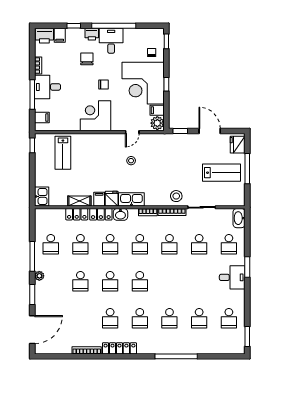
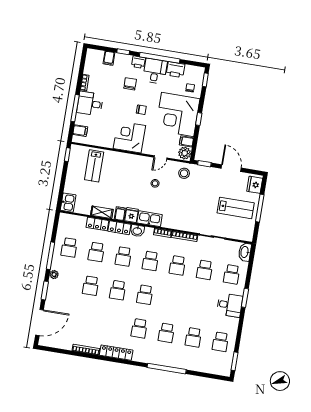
printer: (44, 36) -> (176, 70), moved
stool: (176, 196) -> (184, 173), moved
school desk: (110, 318) -> (112, 324), removed

